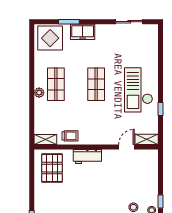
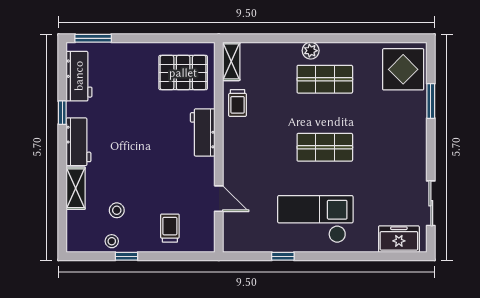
freezer: (83, 32) -> (399, 239), moved, turned 90
shelving: (147, 139) -> (232, 233), removed
trolley: (144, 176) -> (170, 228), added

